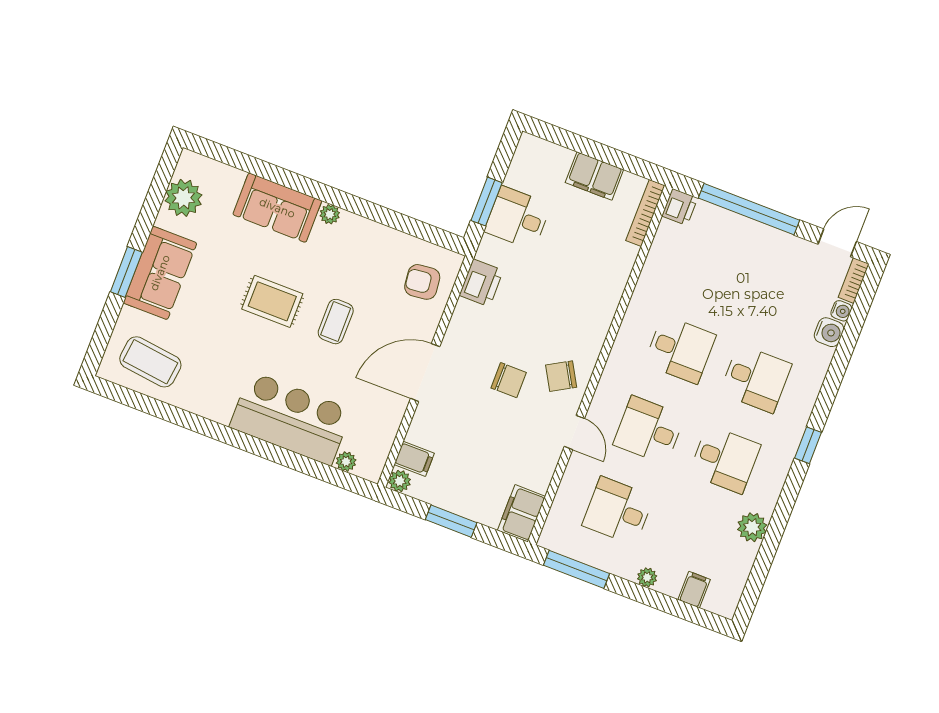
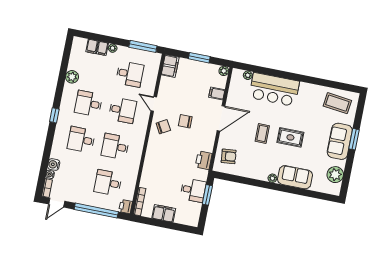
desk: (711, 269) -> (108, 183), added
filing cabinet: (414, 459) -> (217, 94), moved
filing cabinet: (671, 581) -> (102, 48), added

